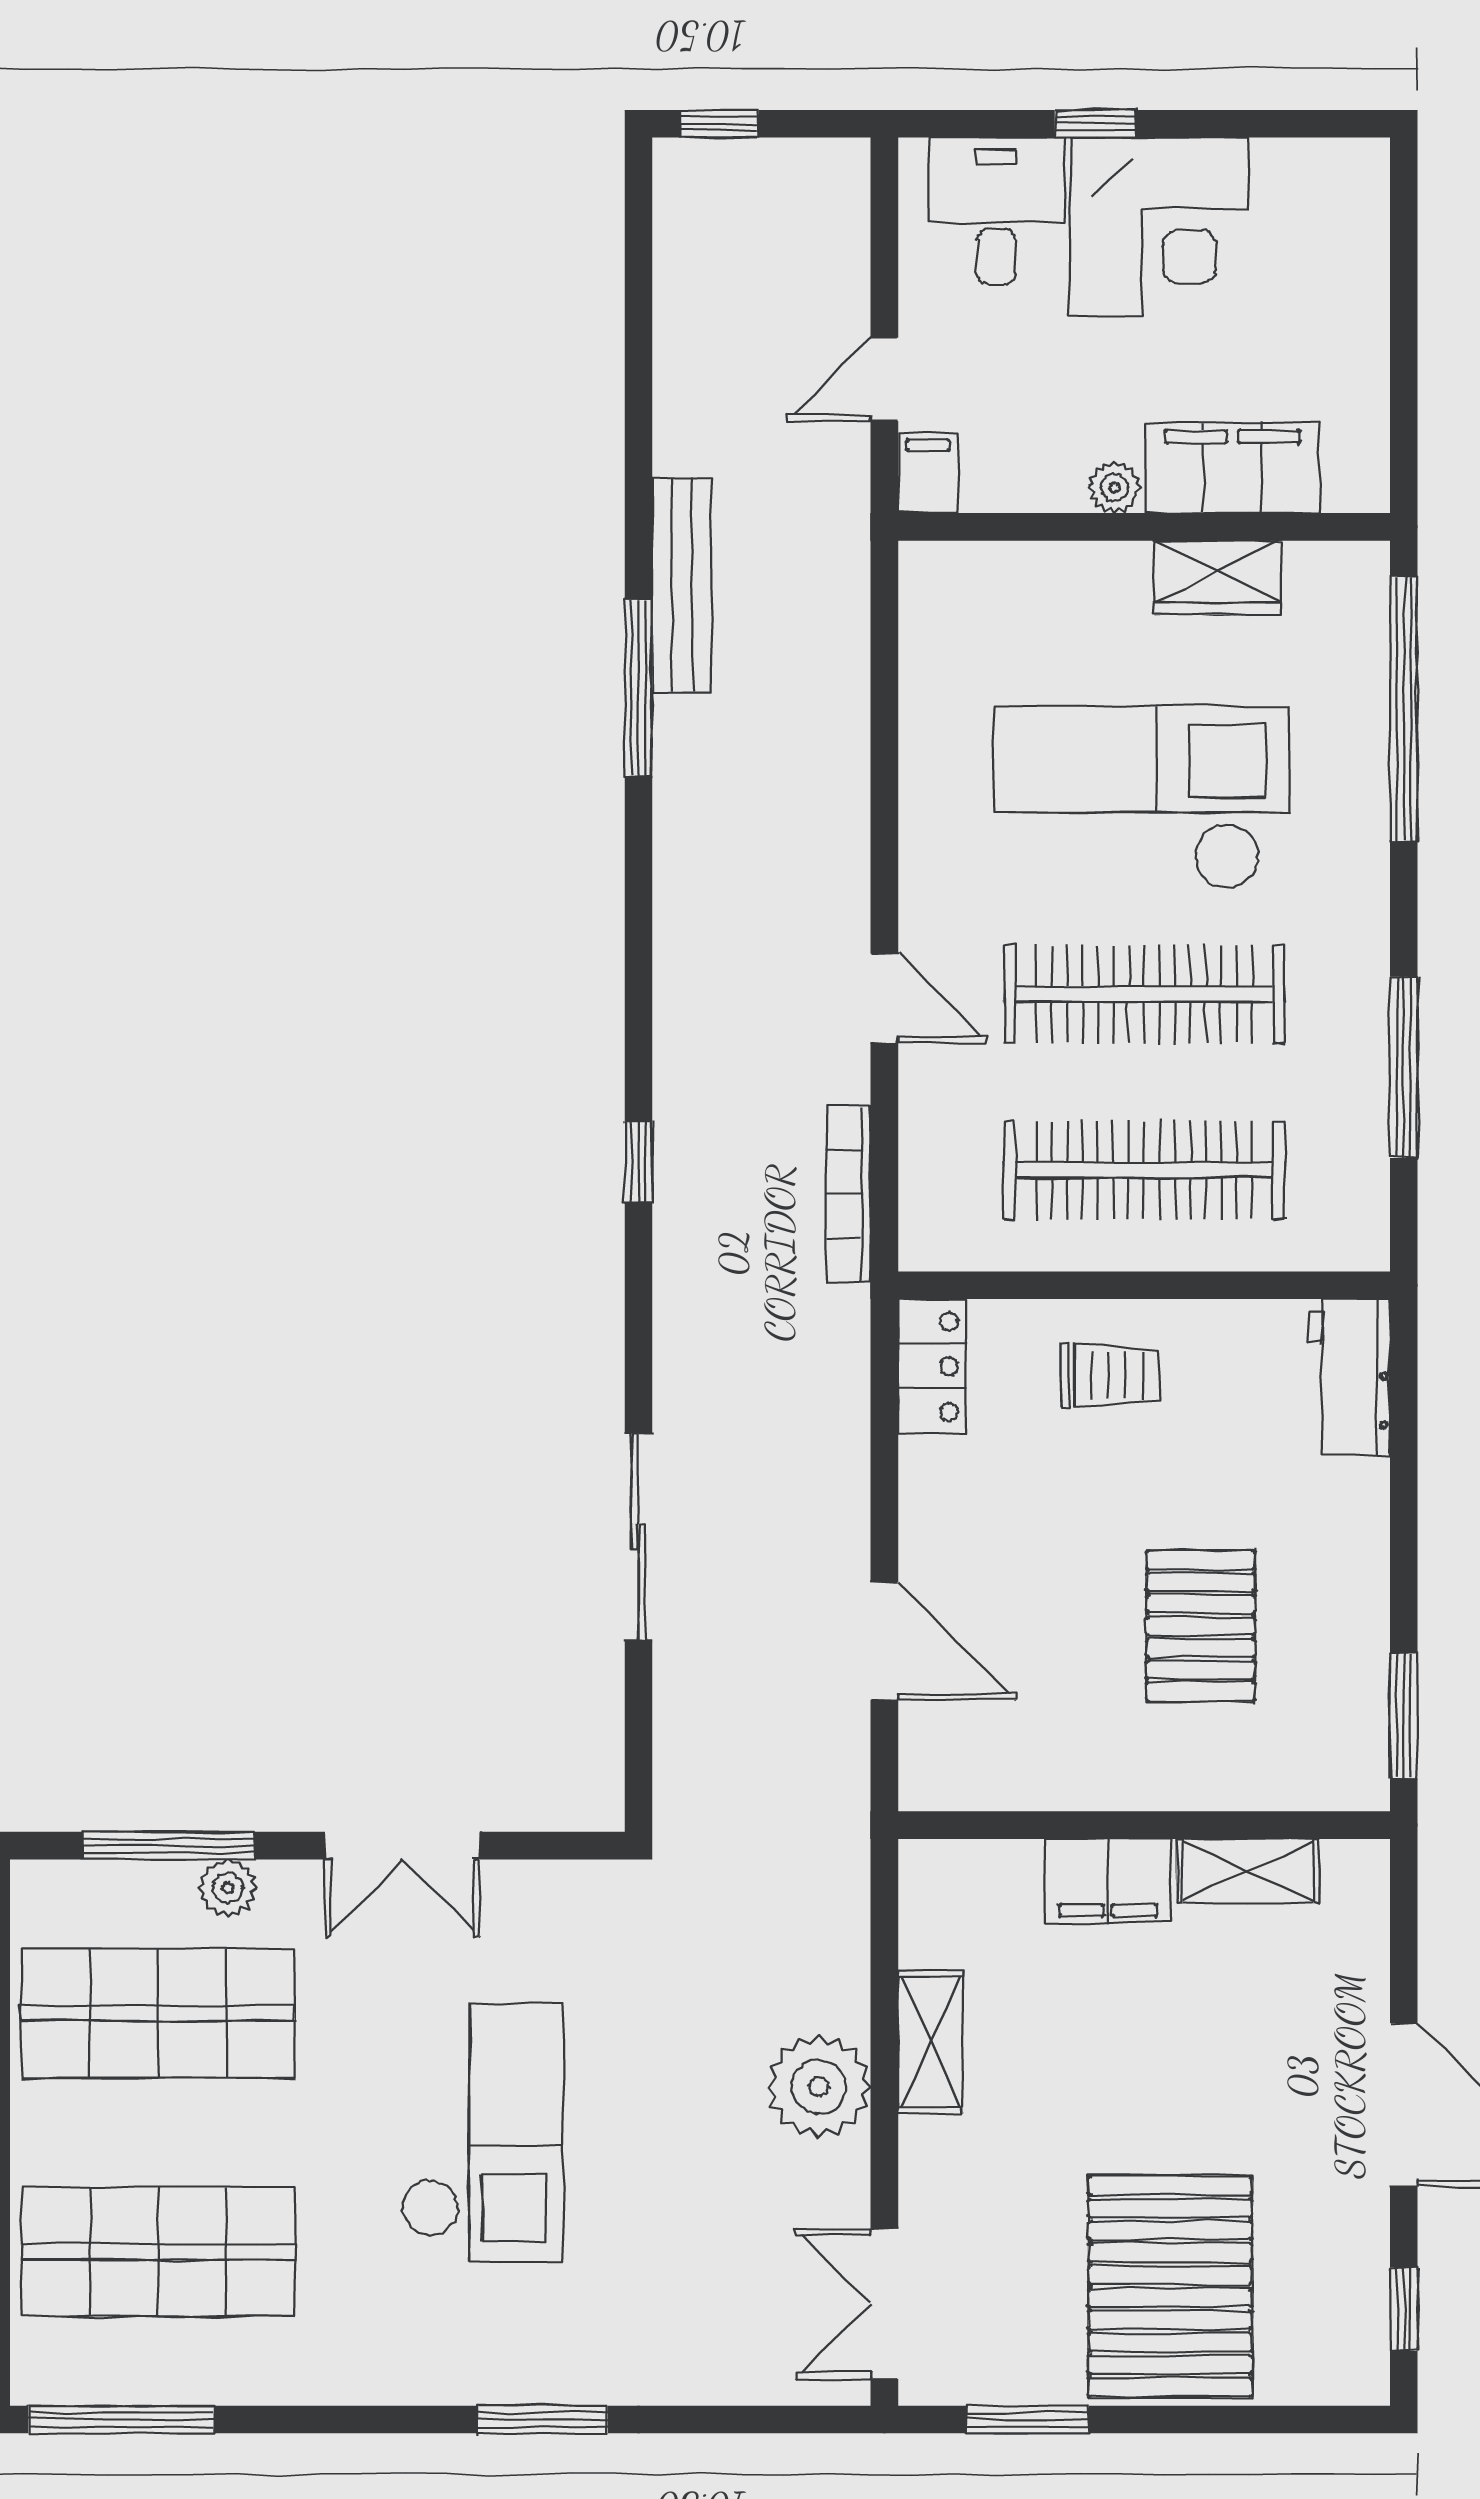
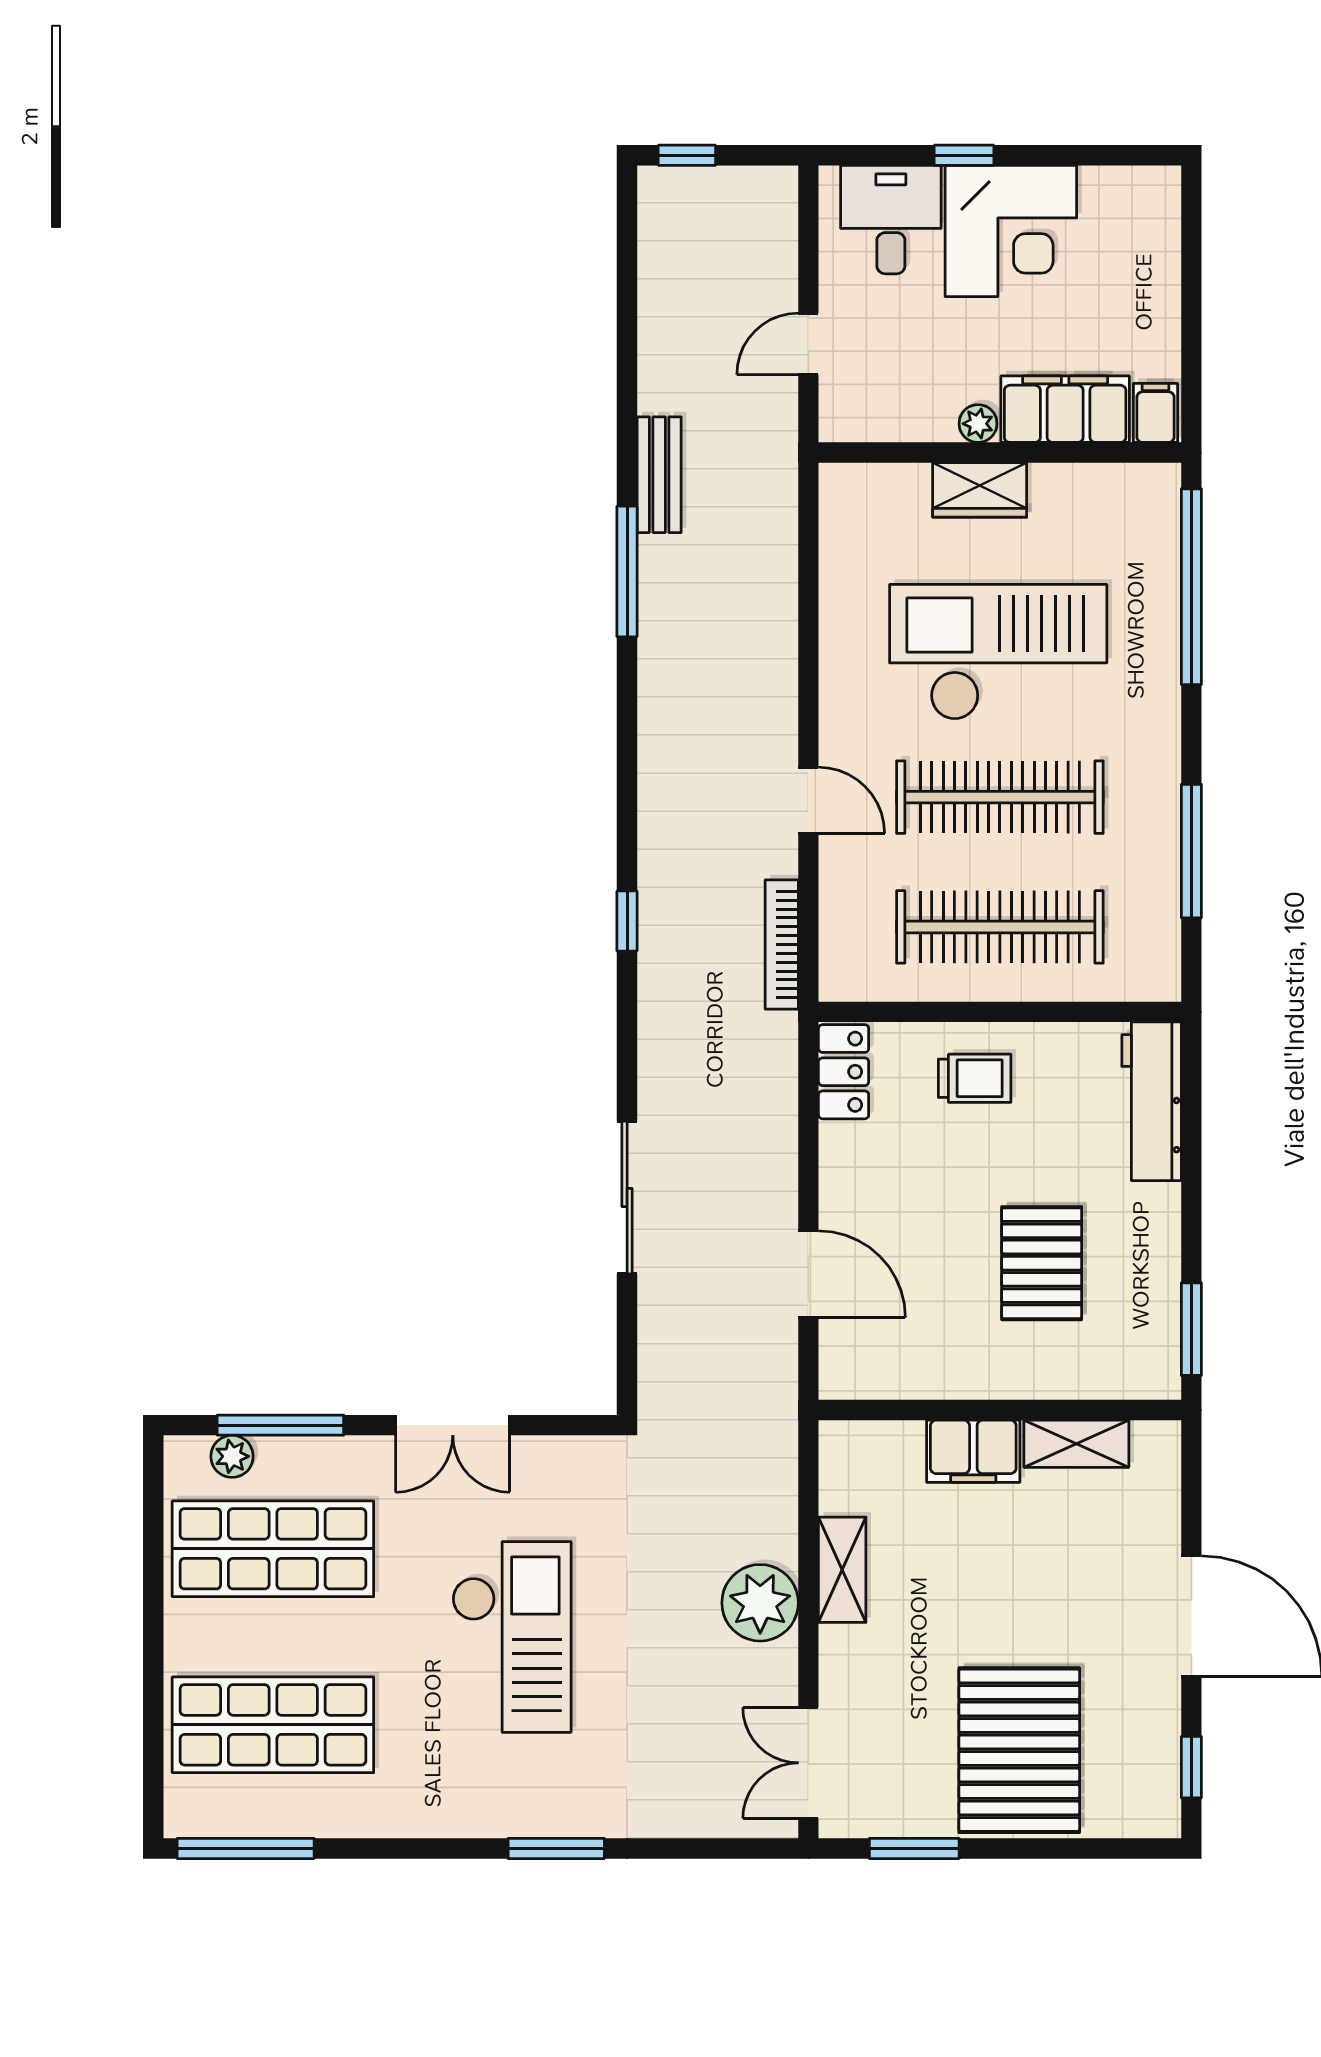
filing cabinet: (928, 473) -> (1155, 413), moved
wardrobe: (1217, 577) -> (980, 490), moved
bench: (682, 585) -> (659, 475), width x0.73
workbench: (1350, 1377) -> (1152, 1101), width x1.38
plant: (228, 1888) -> (232, 1456), moved

